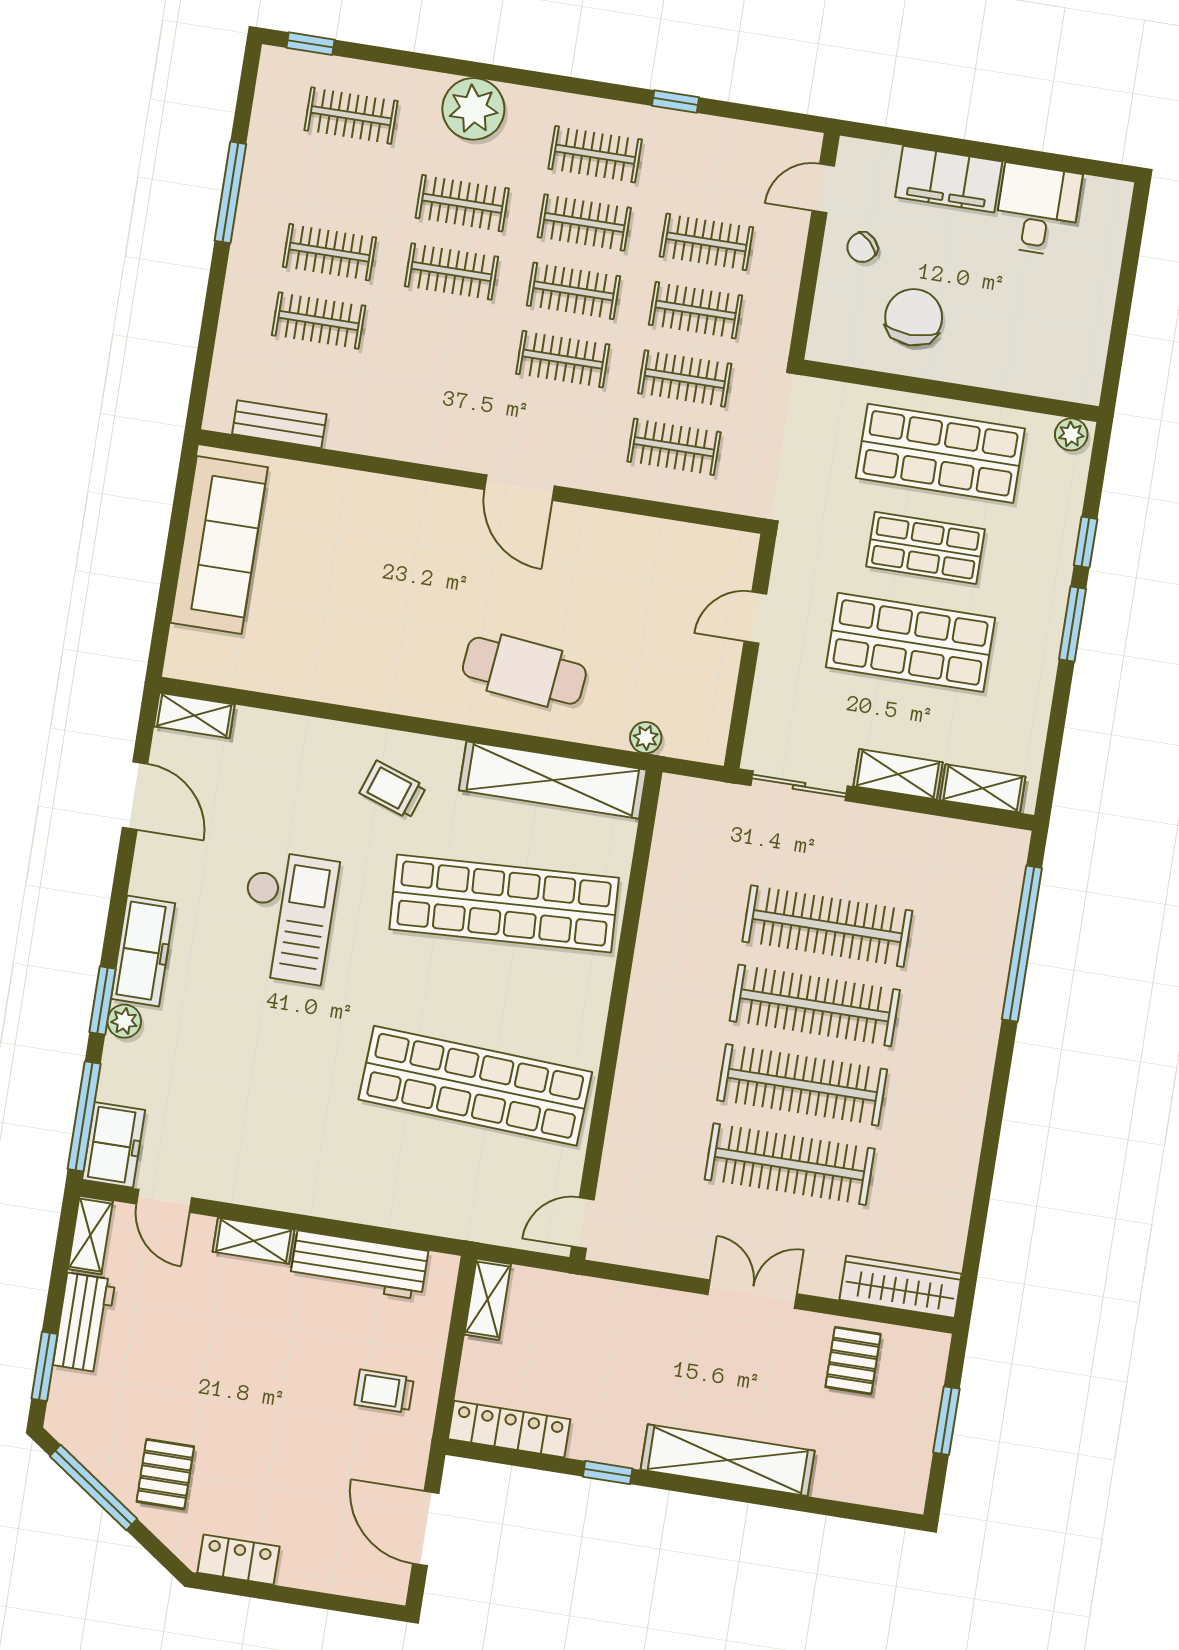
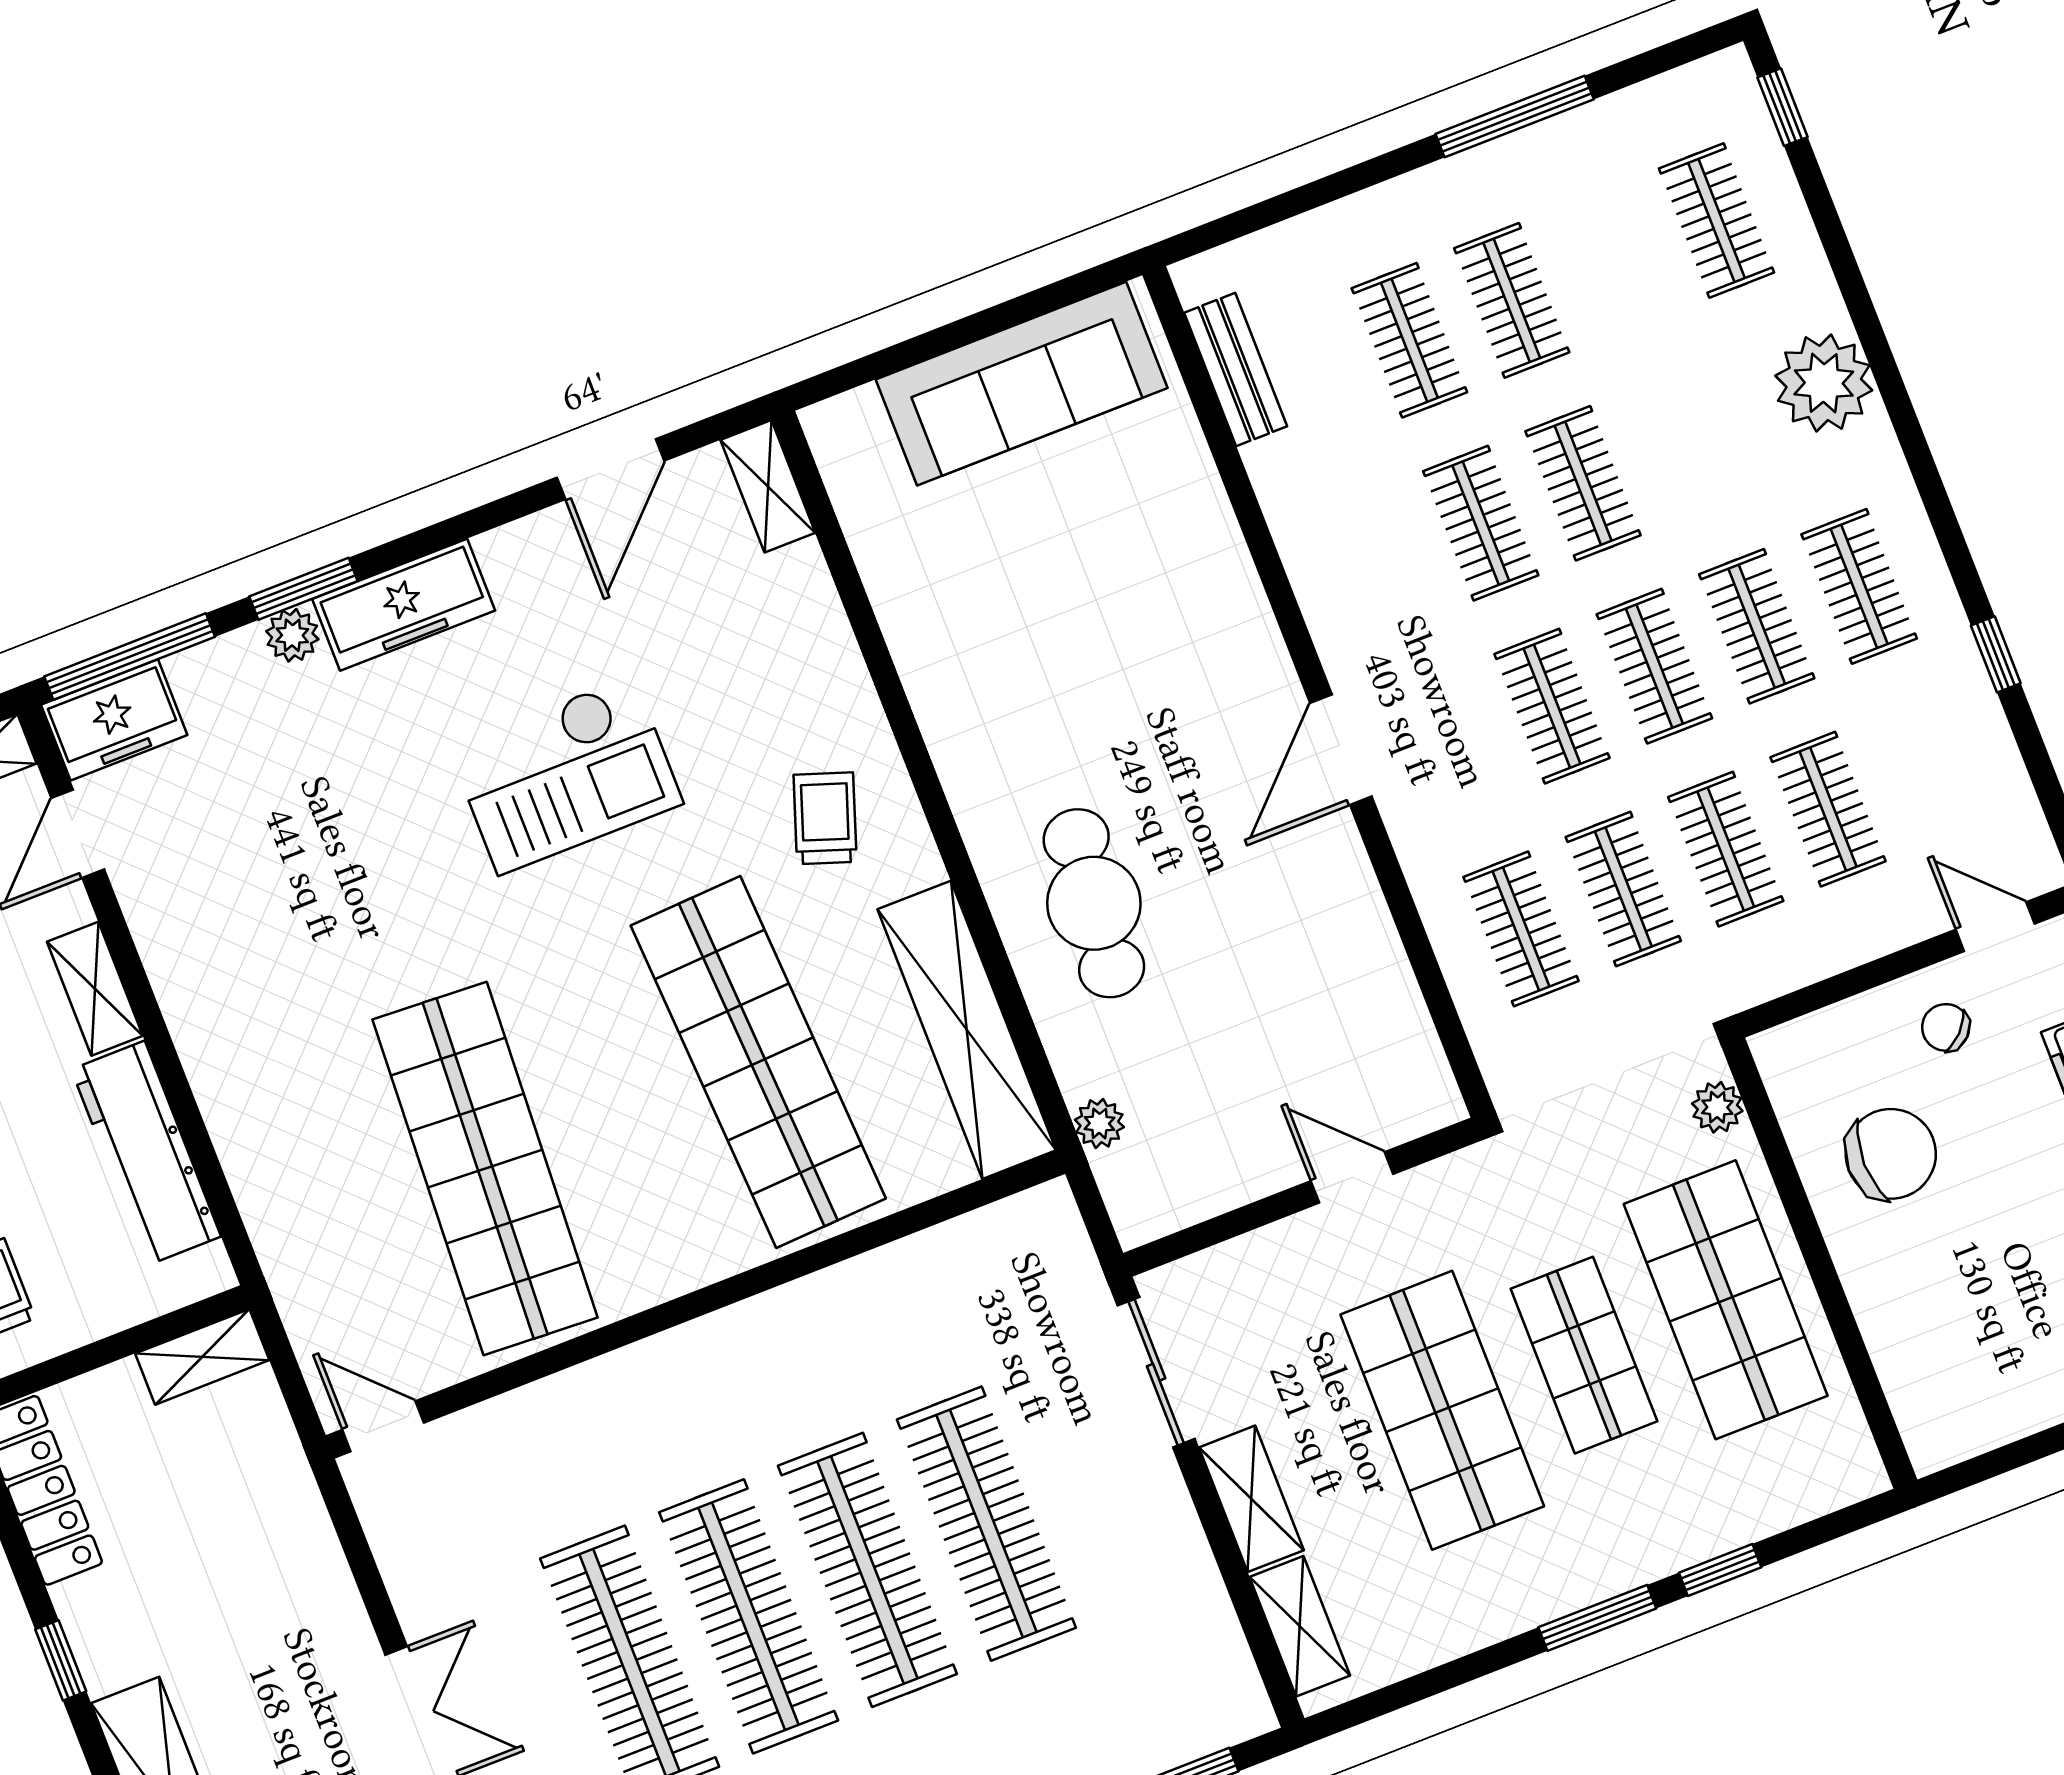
clothes rail: (462, 203) -> (1481, 523), moved
plant: (1071, 434) -> (1717, 1107), moved

